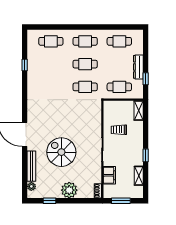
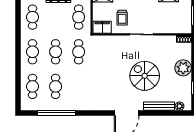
cafe table: (51, 64) -> (56, 86), added
window: (25, 65) -> (57, 113), width x3.17
spiral stairs: (61, 152) -> (145, 76), turned 90
filing cabinet: (109, 175) -> (102, 27), moved

